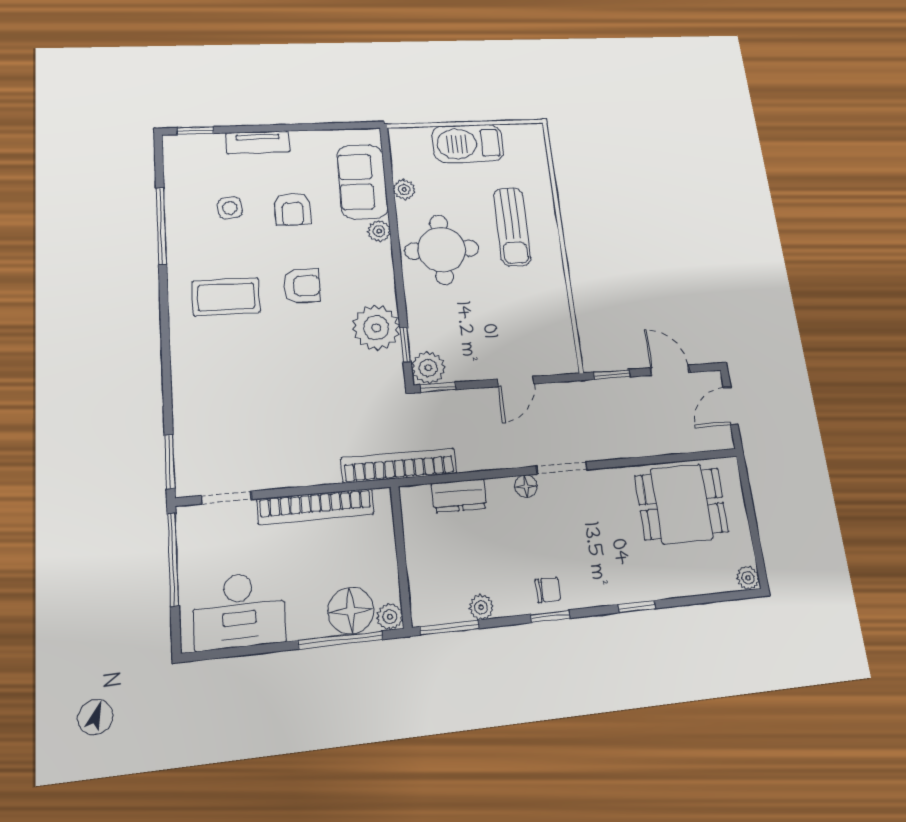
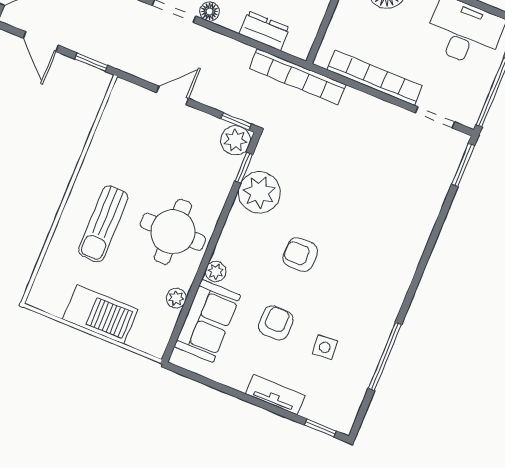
sun lounger: (512, 227) -> (103, 224), turned 180
coffee table: (226, 297) -> (363, 273), removed

